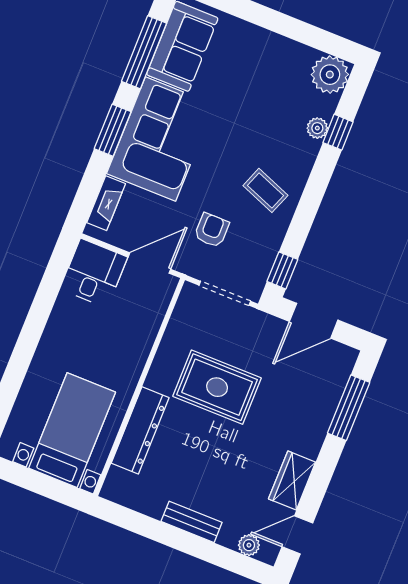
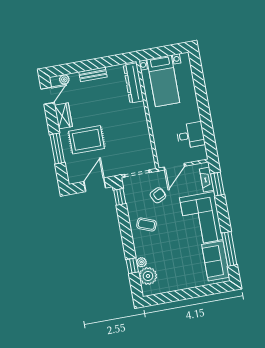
plant: (330, 75) -> (148, 276), moved
window: (113, 130) -> (217, 184), moved
armchair: (212, 230) -> (158, 195), turned -117
desk: (94, 273) -> (191, 135), moved, turned -90
rug: (217, 387) -> (87, 140), moved
window: (349, 408) -> (57, 148), moved
dresser: (140, 430) -> (133, 83), moved

